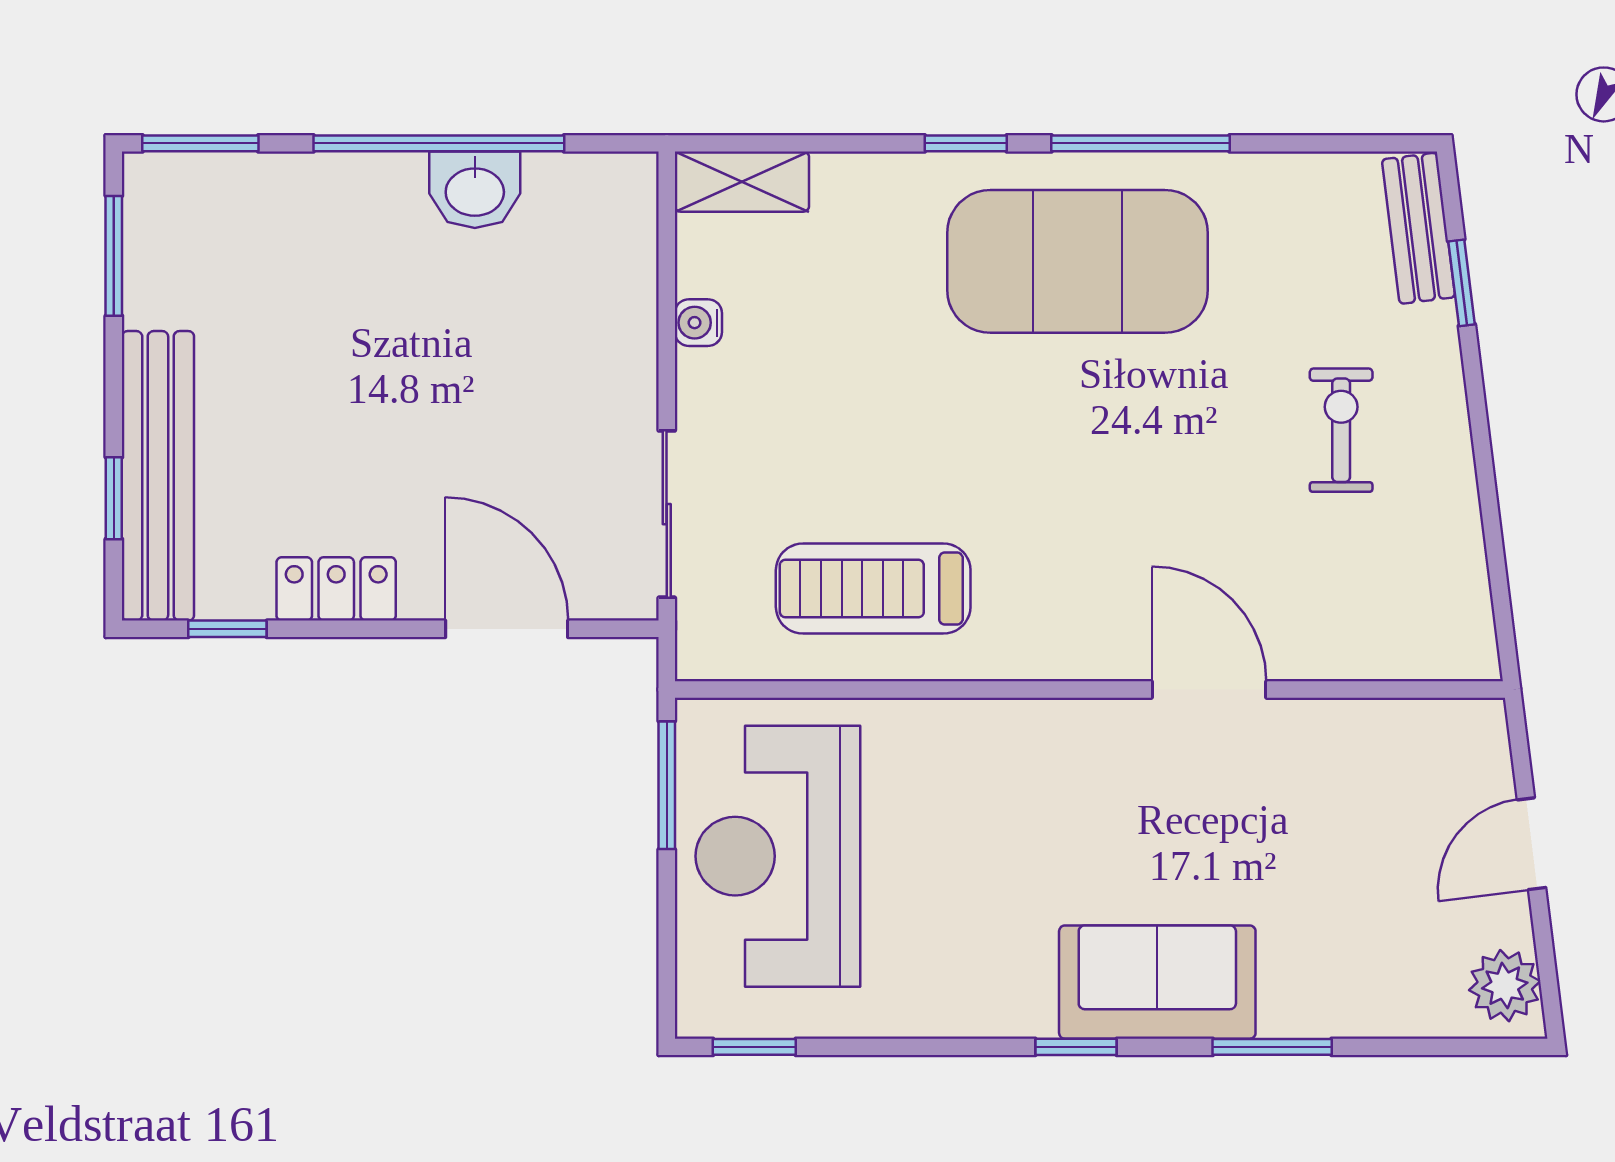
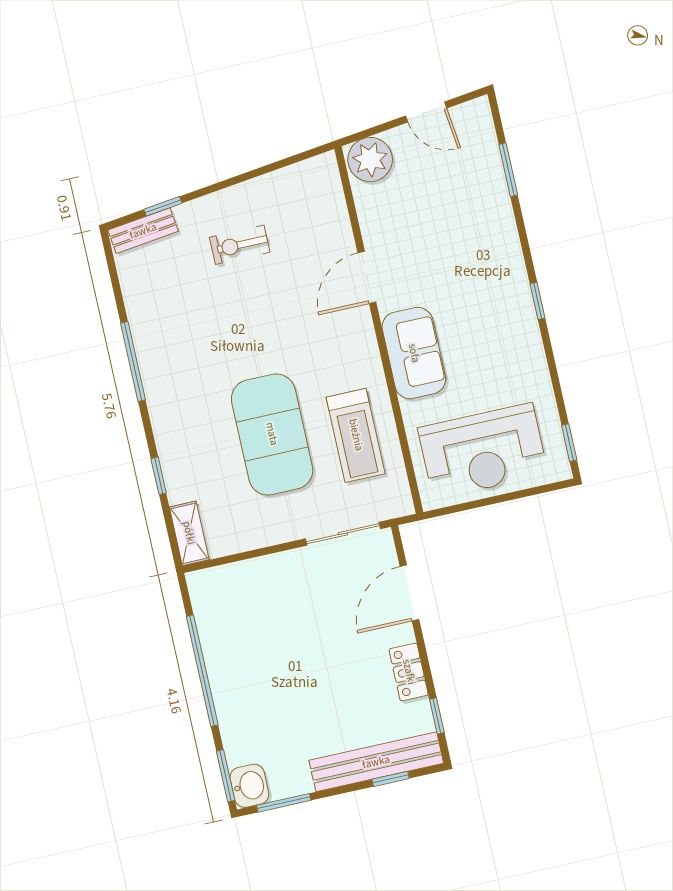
window: (966, 143) -> (159, 476), moved
washbasin: (475, 190) -> (249, 786), moved
exercise mat: (1078, 261) -> (272, 434), moved
water cooler: (698, 323) -> (256, 539), removed
window: (667, 785) -> (463, 507), removed
door: (1531, 844) -> (426, 112), moved
sofa: (1157, 982) -> (414, 353), moved, turned 180
plant: (1505, 986) -> (370, 159), moved, width x1.36, depth x1.36
window: (1272, 1047) -> (508, 170), moved

